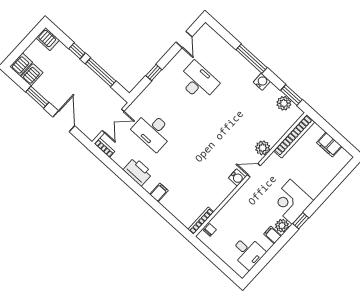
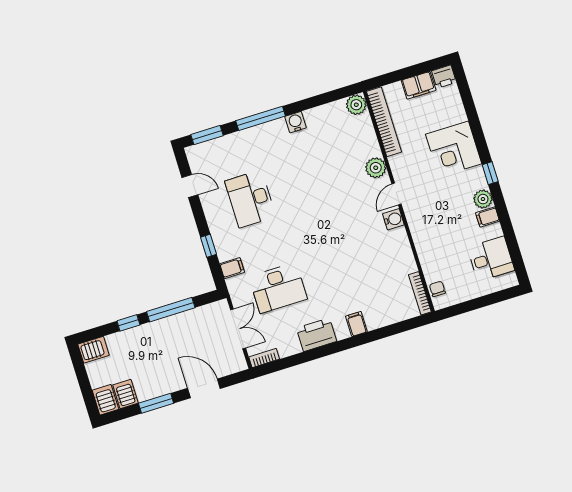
desk: (198, 82) -> (250, 199), turned -90
filing cabinet: (149, 95) -> (232, 268), added
window: (291, 95) -> (207, 135), moved
plant: (284, 103) -> (356, 105), moved
printer: (344, 157) -> (444, 77), added
corner desk: (291, 202) -> (454, 149), moved

